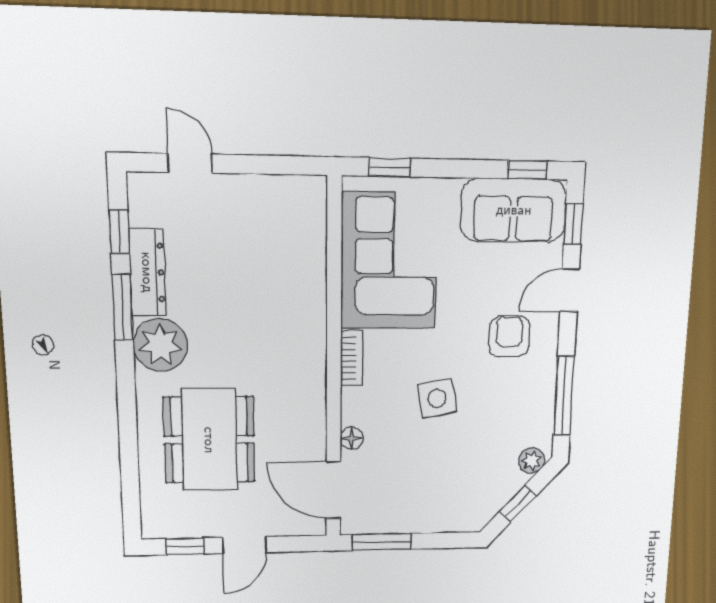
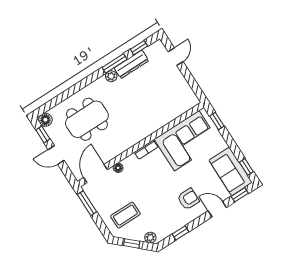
plant: (160, 345) -> (111, 76), width x0.53, depth x0.53
window: (564, 396) -> (180, 233), width x0.46
side table: (437, 398) -> (151, 188), removed
coffee table: (455, 482) -> (125, 215), added
floor lamp: (157, 524) -> (45, 120), added

